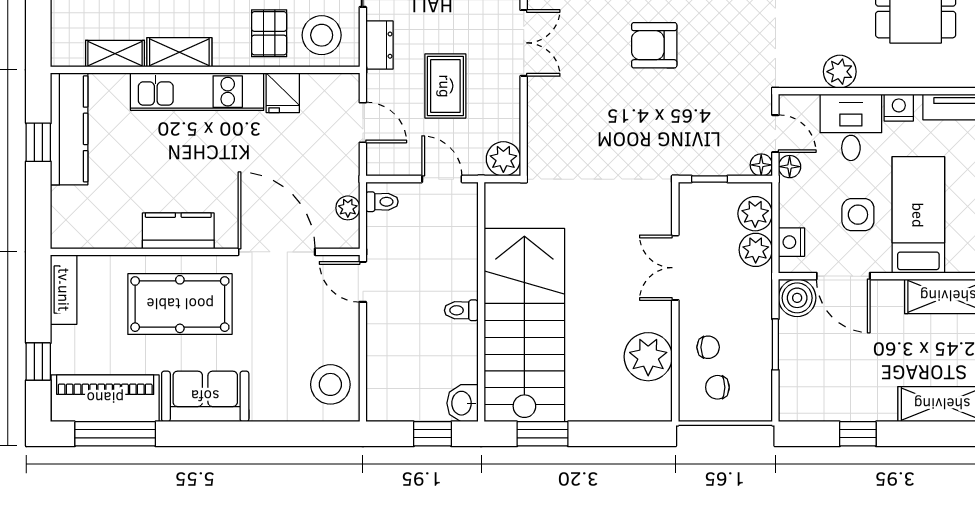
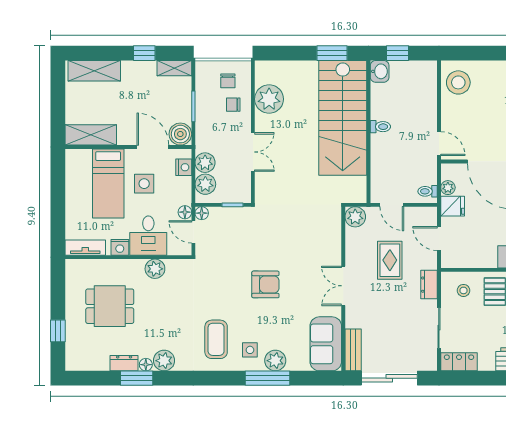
stool: (322, 35) -> (463, 290), width x0.53, depth x0.53
fridge: (283, 93) -> (453, 206), moved, turned 90
chair: (717, 387) -> (228, 81), turned 90
shelving: (807, 409) -> (174, 68), added

